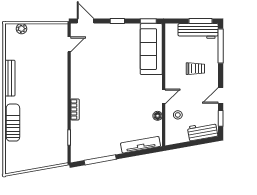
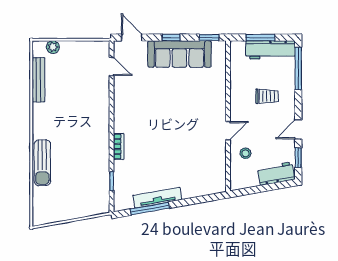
window: (201, 21) -> (260, 38), moved
door: (69, 44) -> (112, 66), hinge flipped
sofa: (151, 49) -> (179, 54), moved, turned -90
bench: (10, 78) -> (38, 80), moved
floor lamp: (158, 116) -> (221, 154), removed
sun lounger: (13, 123) -> (42, 163), turned 180
tv unit: (141, 145) -> (157, 198), moved

